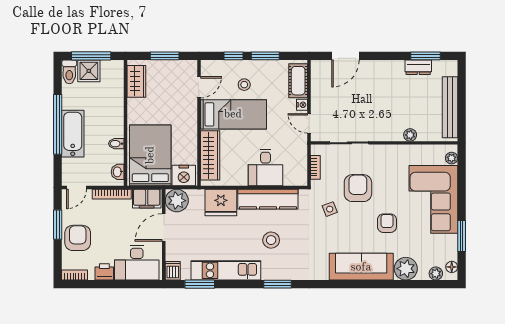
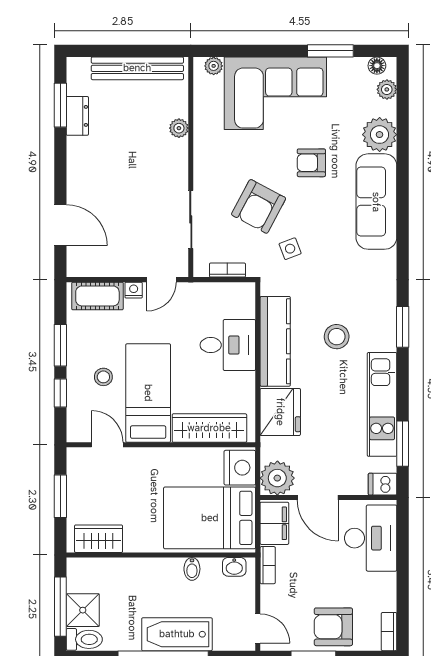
armchair: (358, 188) -> (259, 206), turned -62
bookcase: (112, 194) -> (268, 565), width x0.64
printer: (104, 272) -> (384, 587), removed

